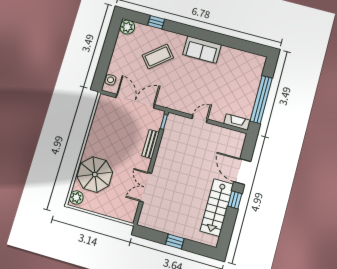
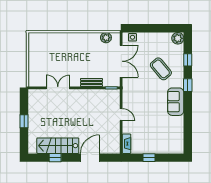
window: (186, 30) -> (188, 85), added
window: (261, 100) -> (149, 158), width x0.32
parasol: (95, 174) -> (57, 47), removed
plant: (76, 197) -> (106, 38), moved
window: (235, 200) -> (55, 158), moved

